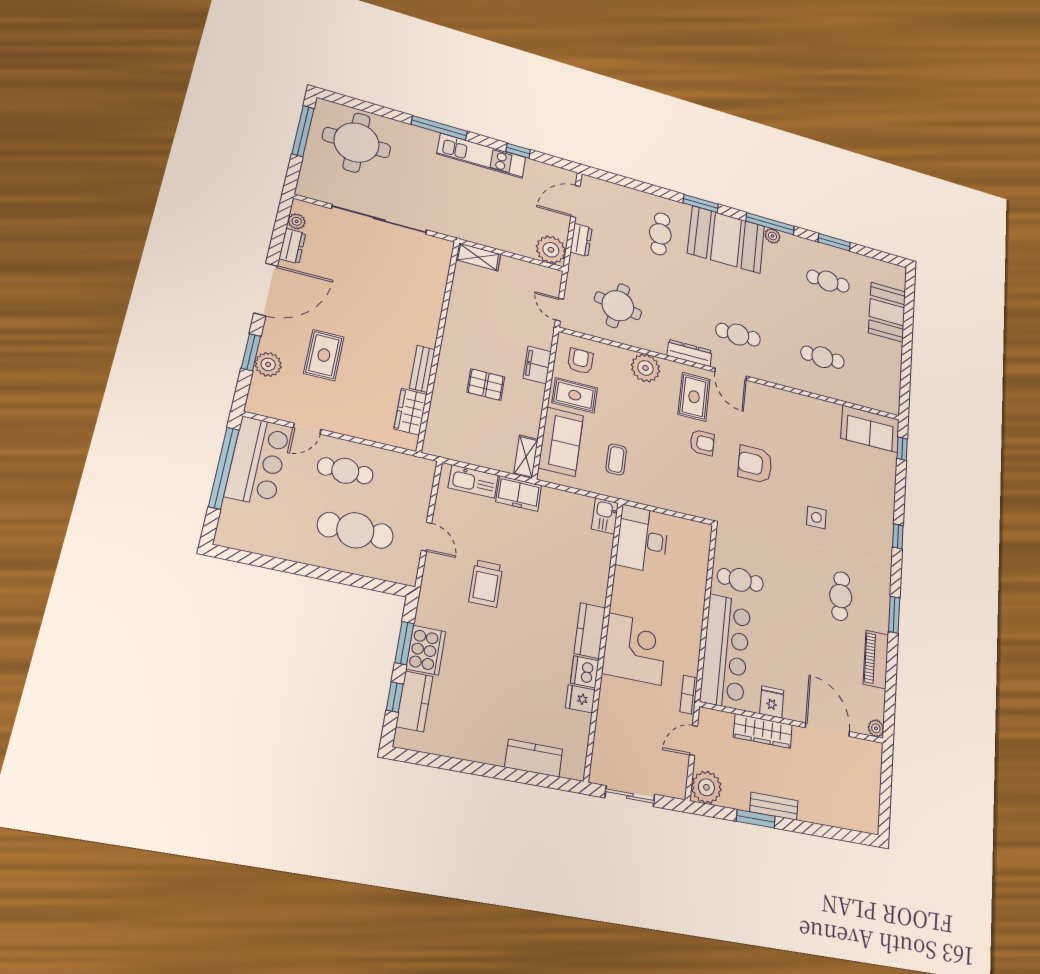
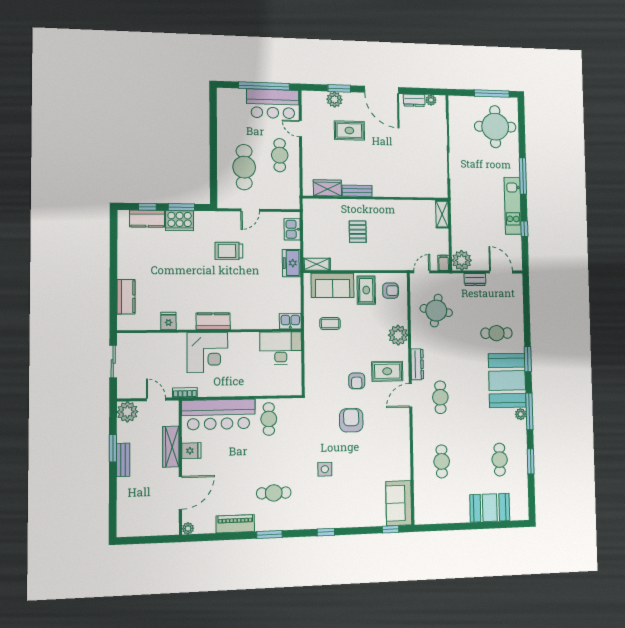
filing cabinet: (537, 365) -> (444, 263), moved, width x0.50
kitchen sink: (473, 481) -> (292, 229), width x0.73
dishwasher: (585, 672) -> (186, 322), removed

